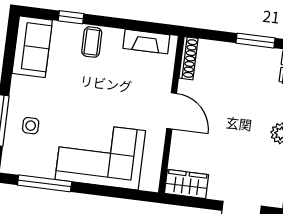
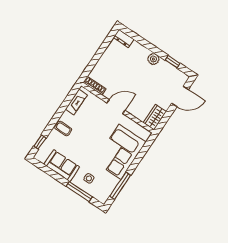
window: (71, 17) -> (40, 142), moved
window: (255, 41) -> (102, 49), removed
sofa: (32, 47) -> (62, 166), moved

